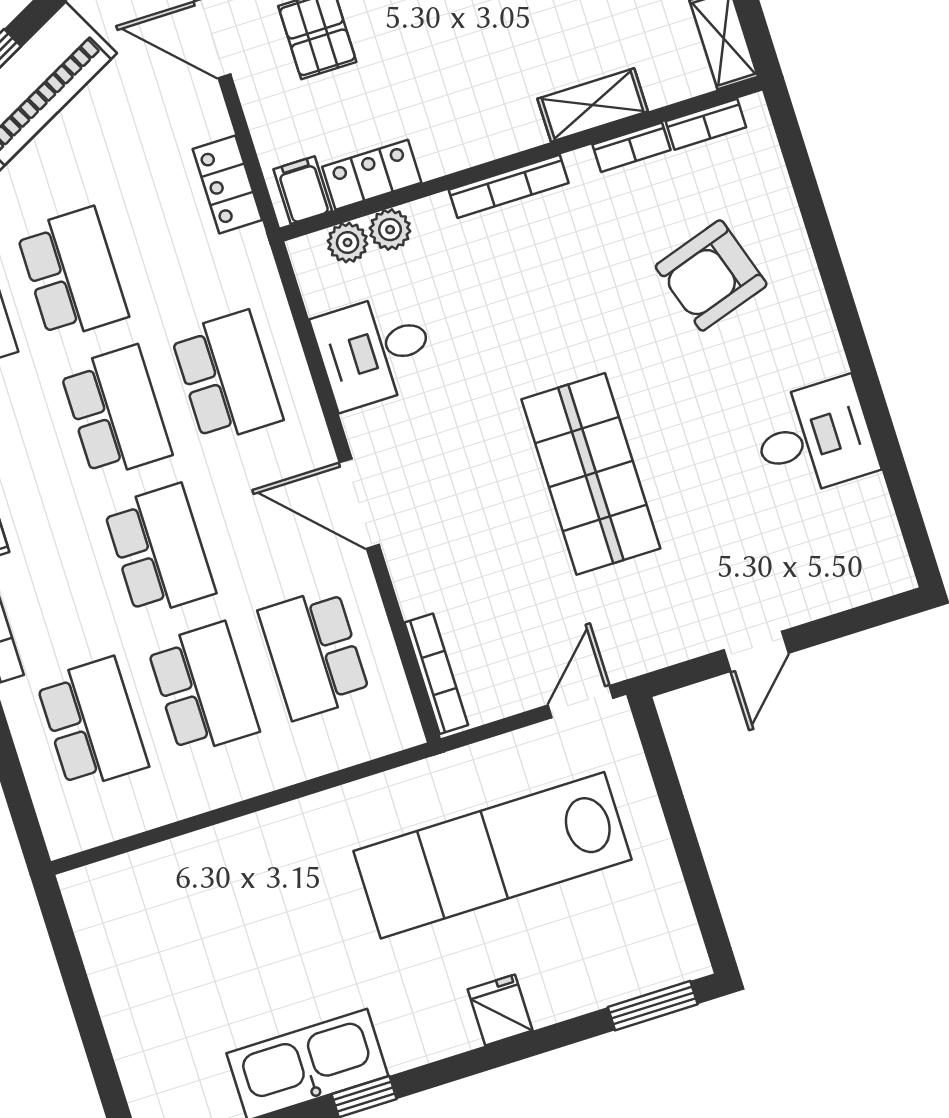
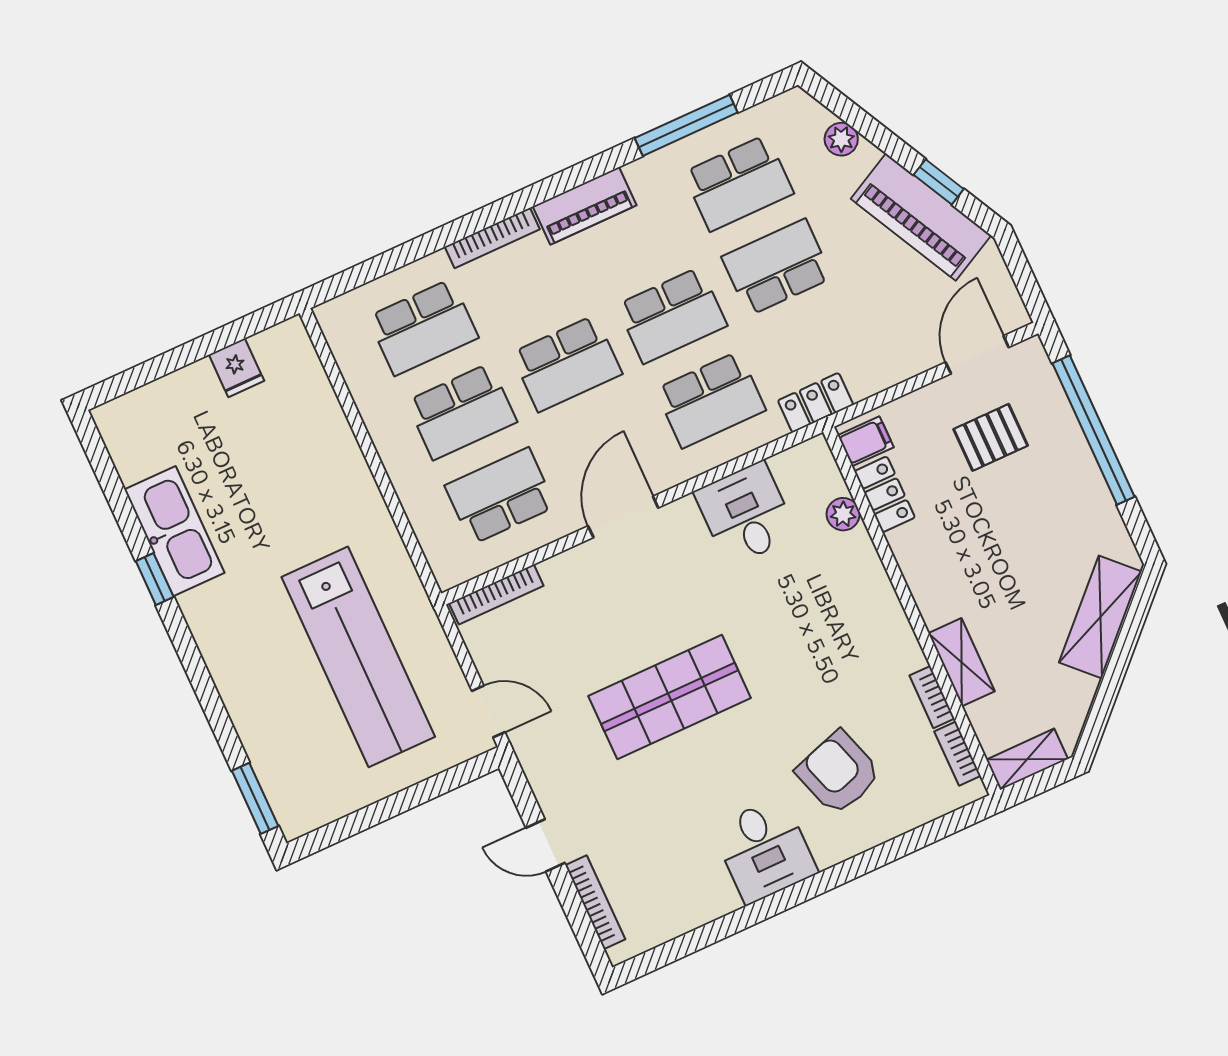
locker: (227, 185) -> (816, 403), moved
bookcase: (509, 186) -> (595, 902), moved, turned 180
plant: (348, 242) -> (829, 482), removed
school desk: (72, 274) -> (777, 267), turned 180
desk: (814, 438) -> (765, 850), moved
lab bench: (492, 855) -> (358, 657), turned 180
fridge: (500, 1010) -> (237, 368), moved, turned 90

